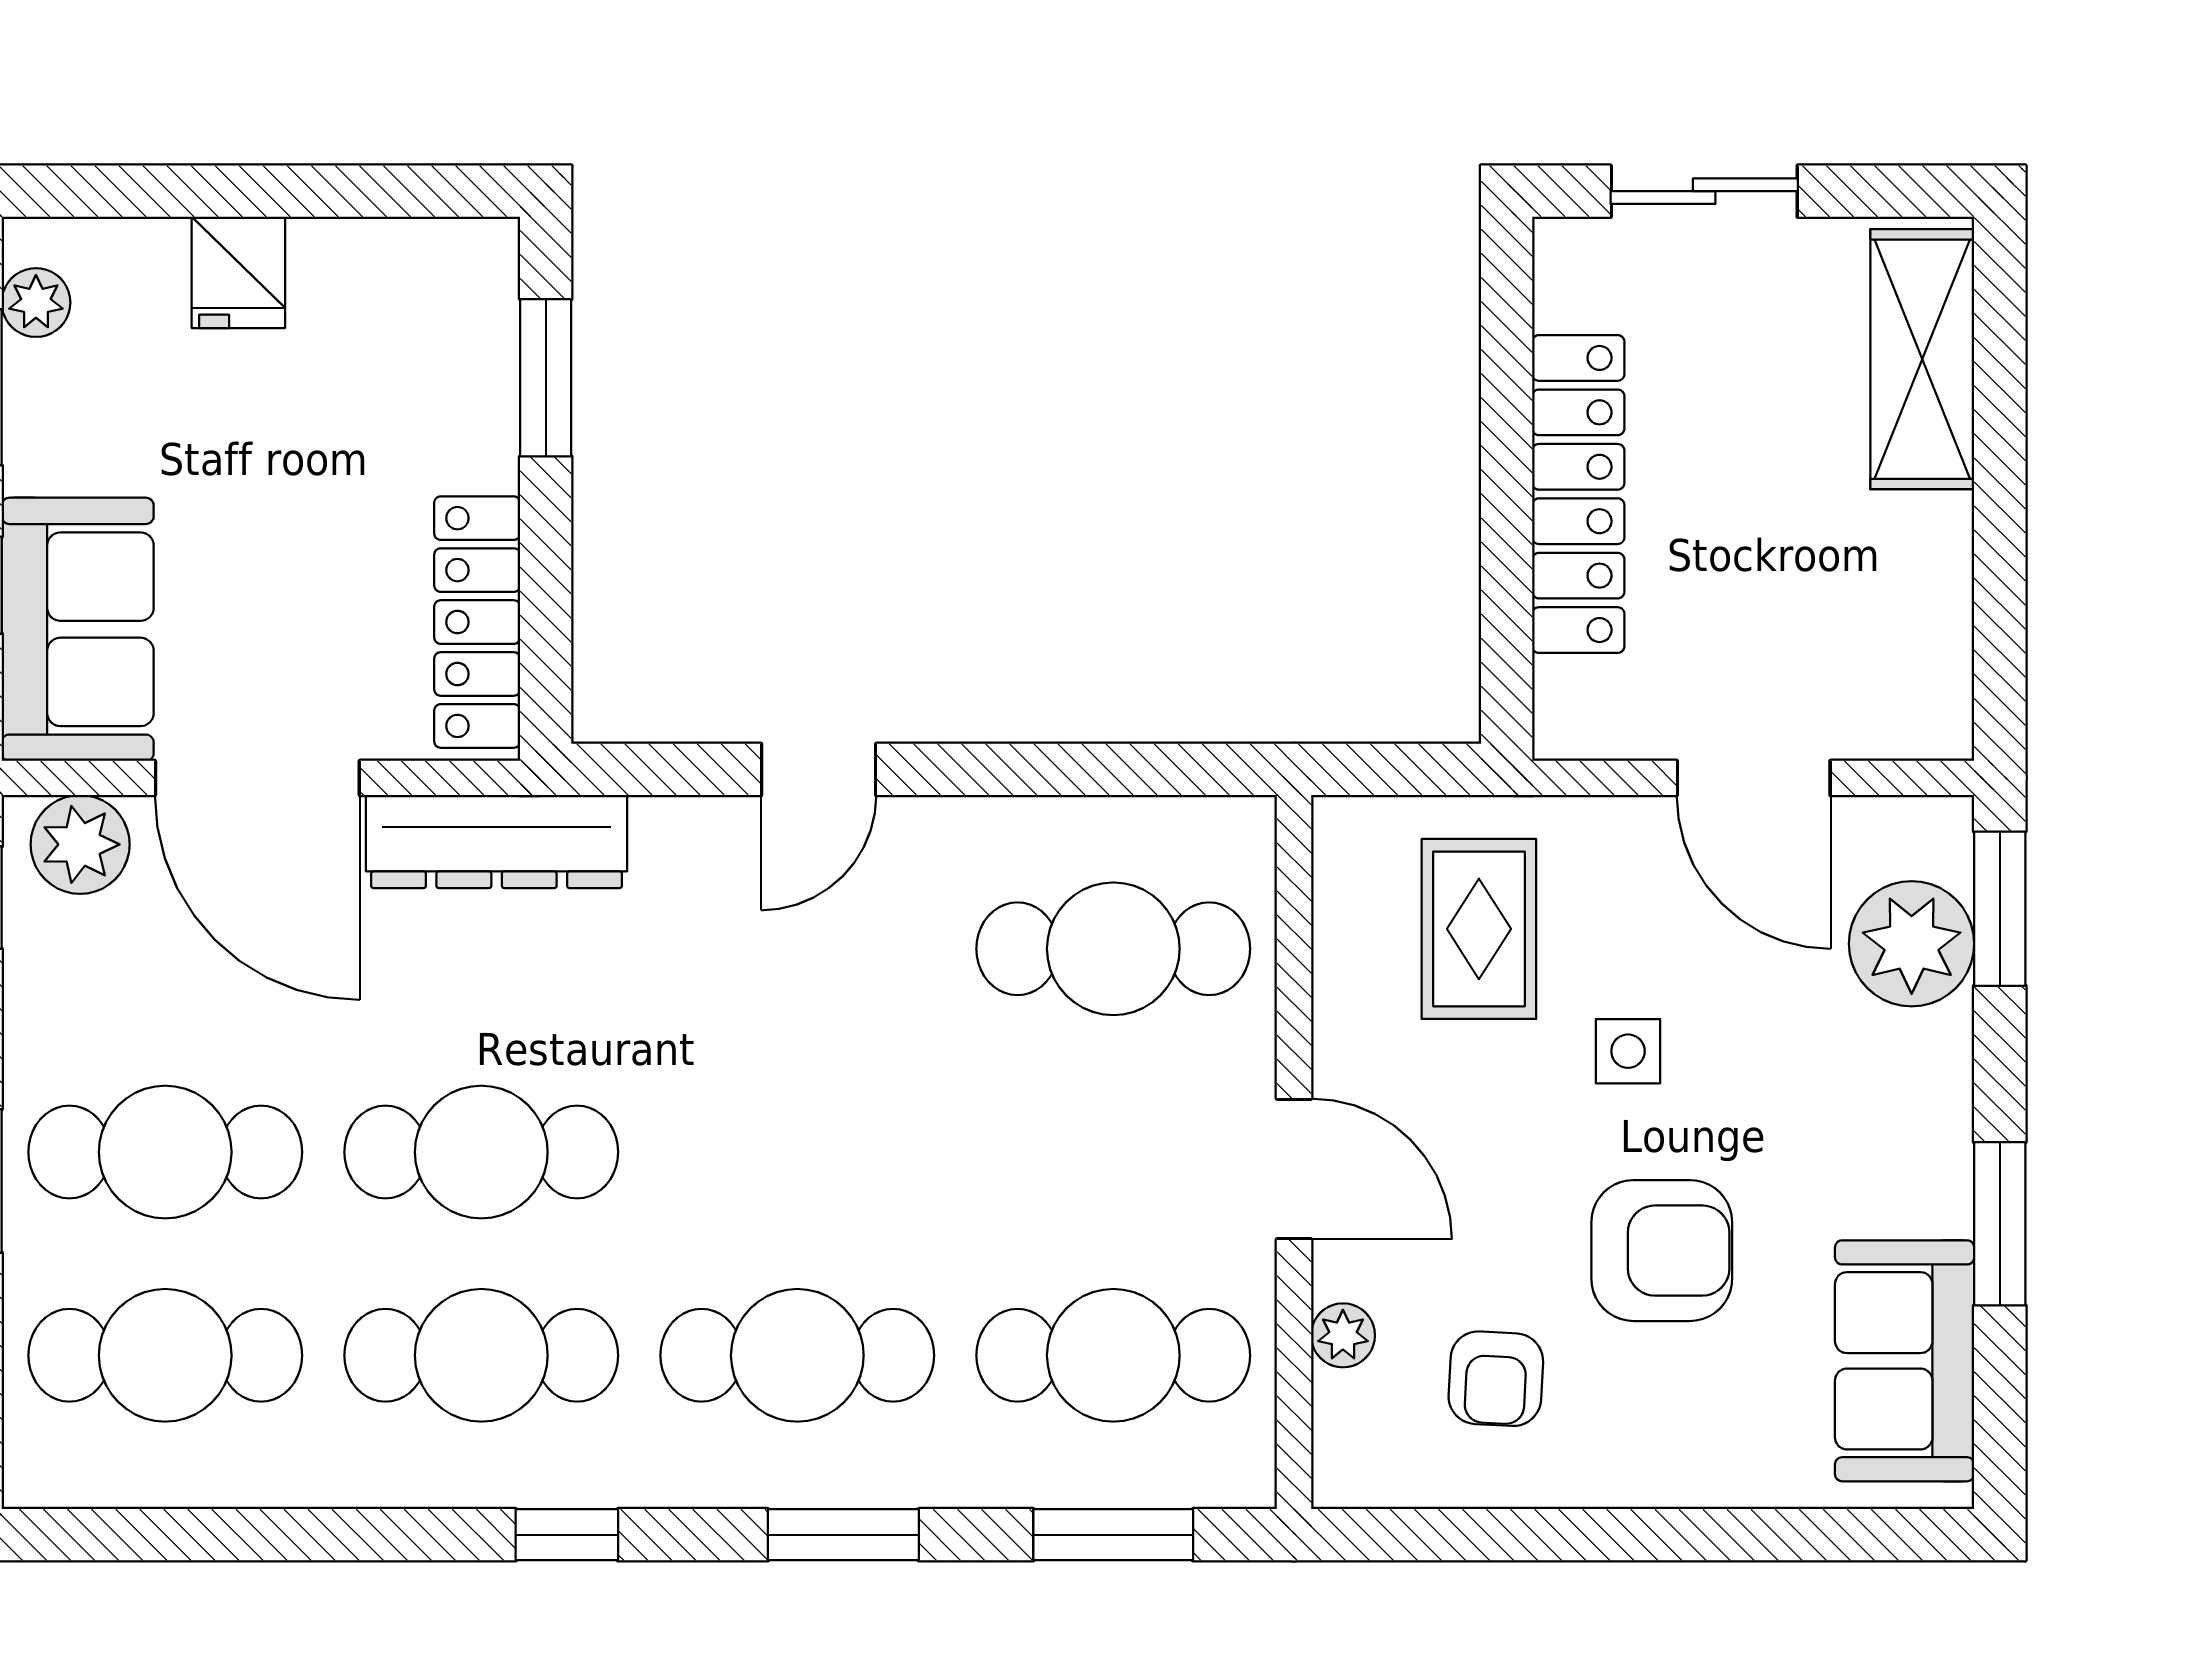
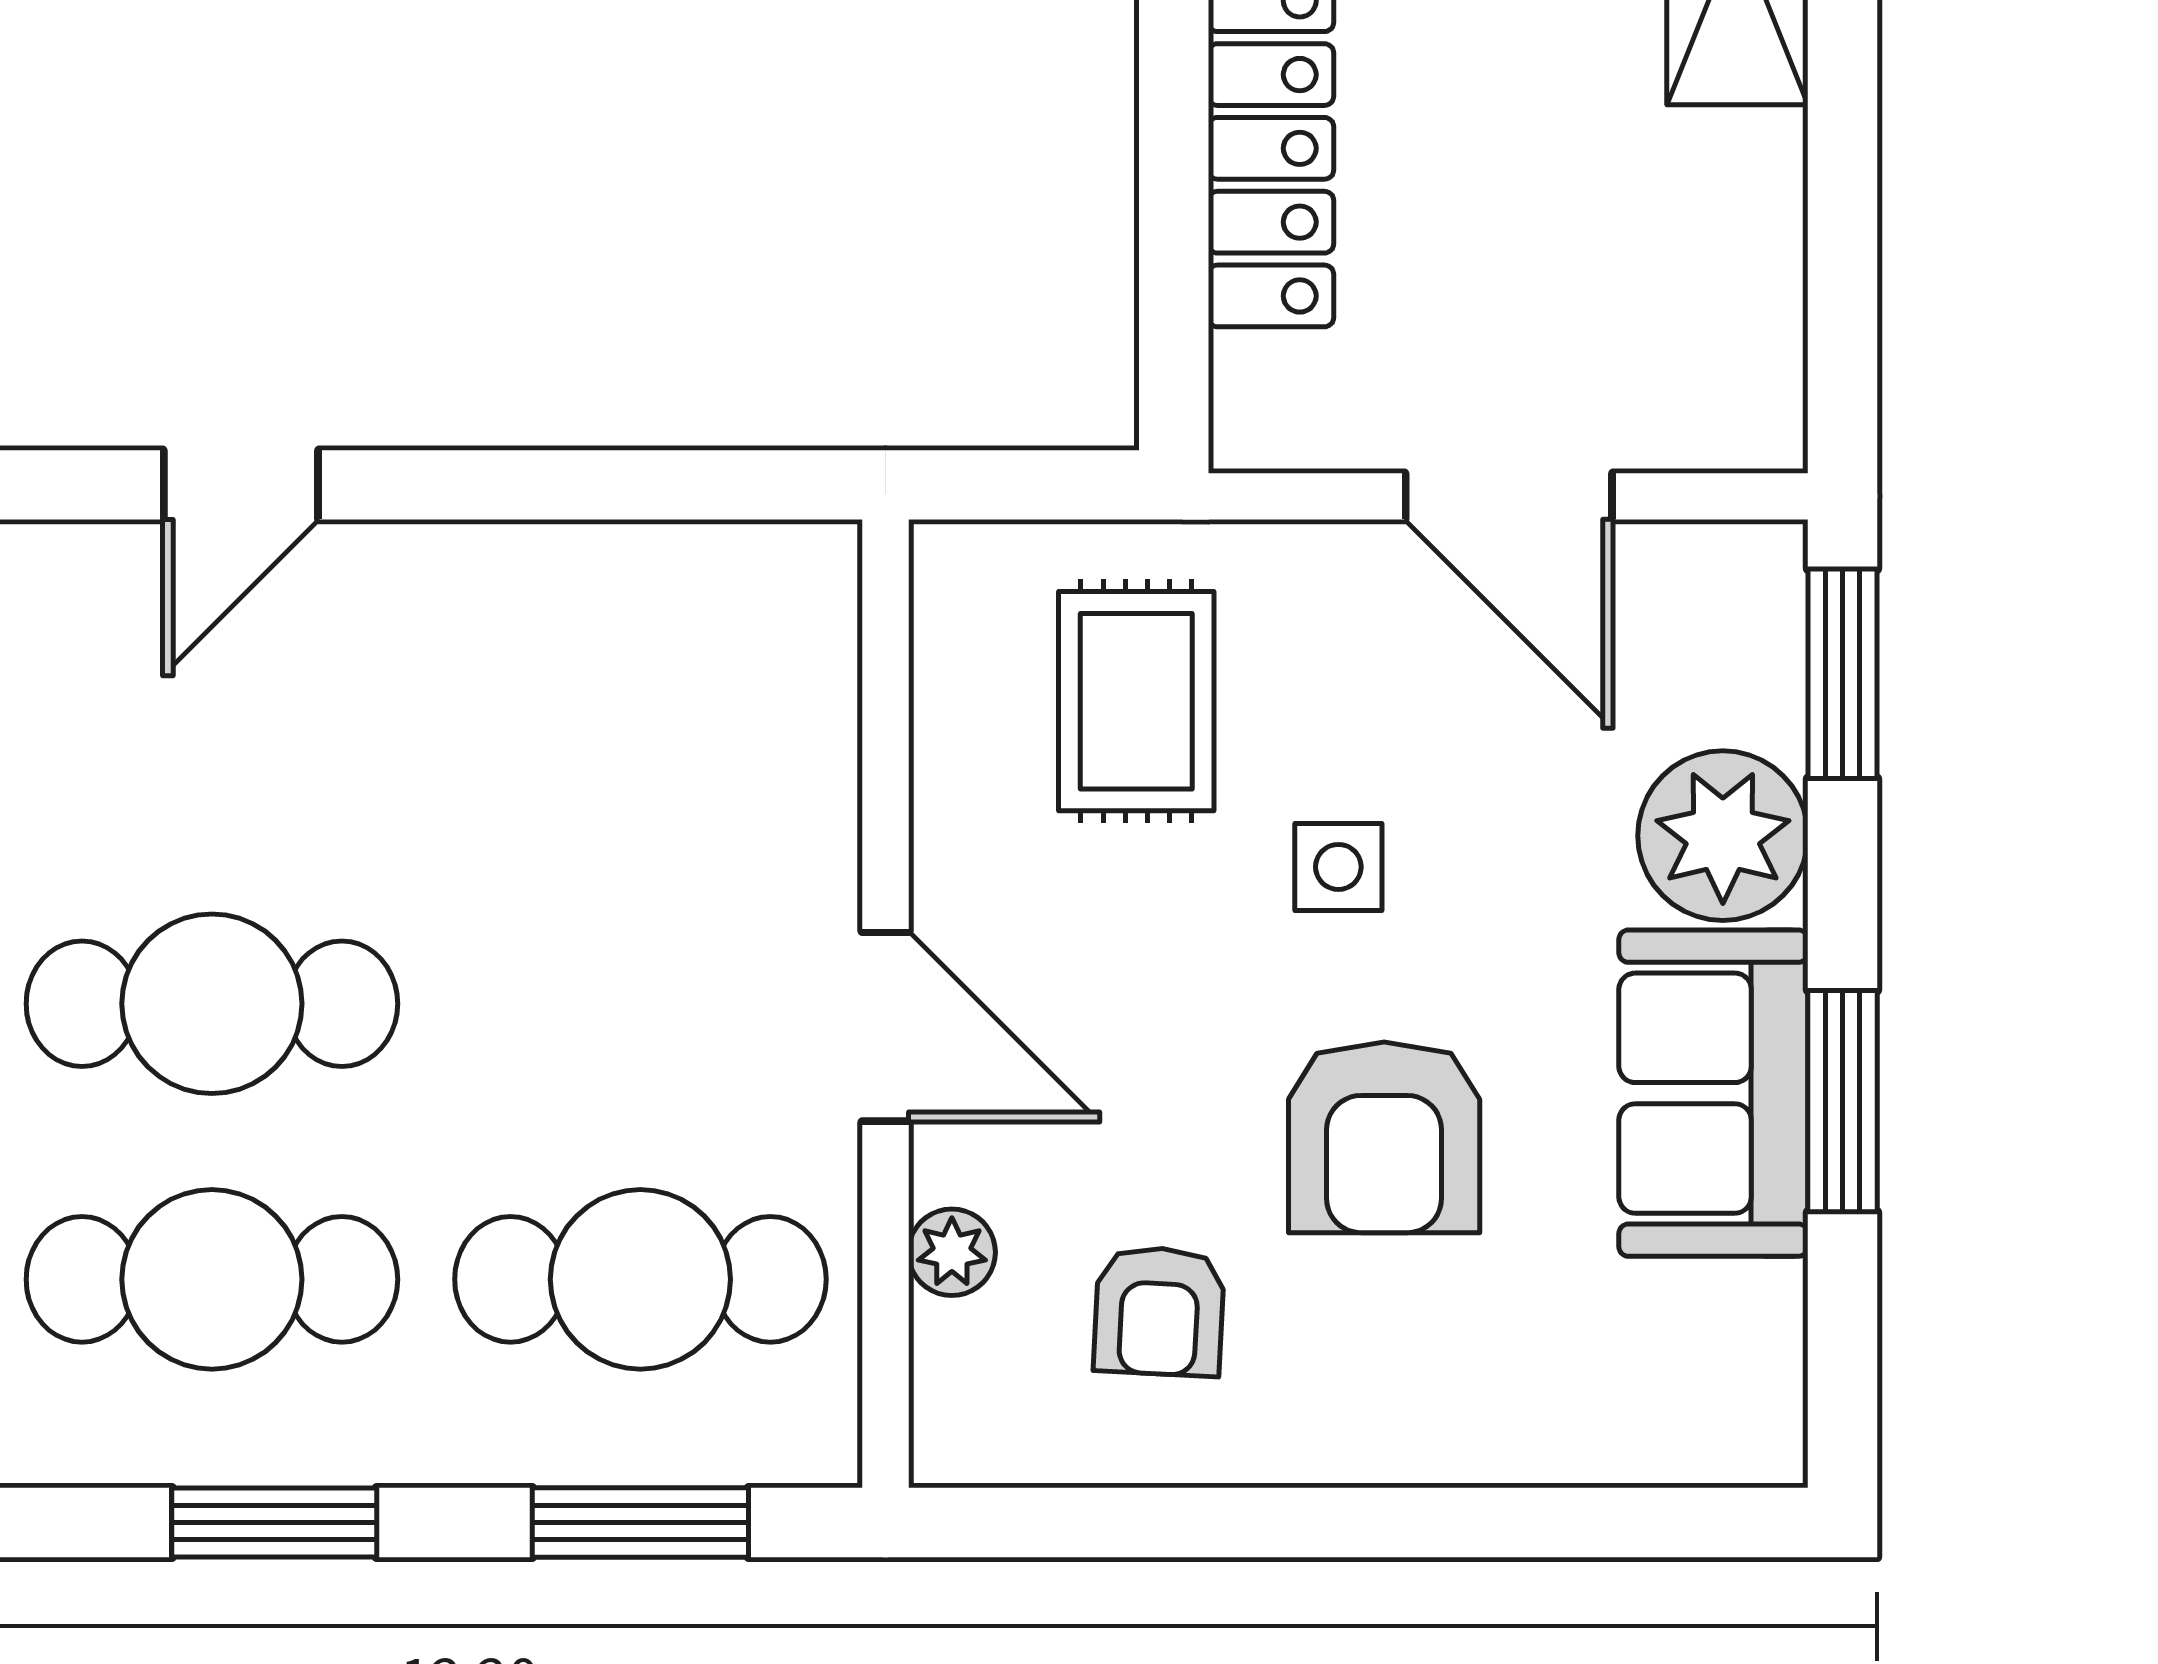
plant: (1912, 944) -> (1723, 836), moved
cafe table: (1113, 949) -> (212, 1004), moved
armchair: (1662, 1251) -> (1384, 1137), turned 90
sofa: (1905, 1361) -> (1713, 1093), moved

